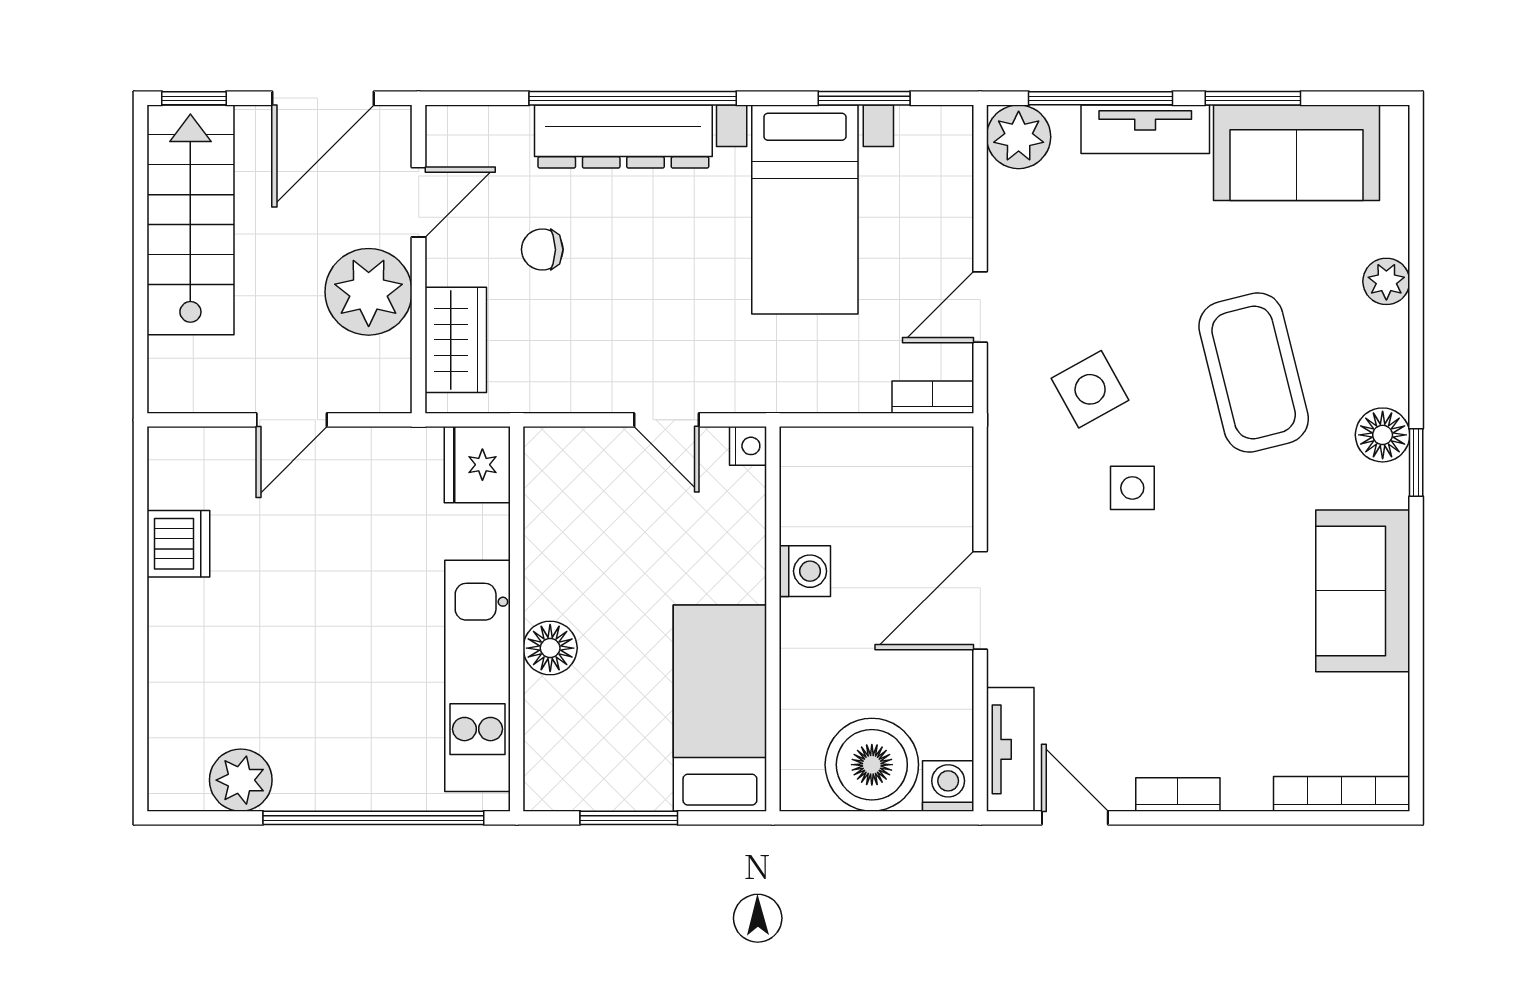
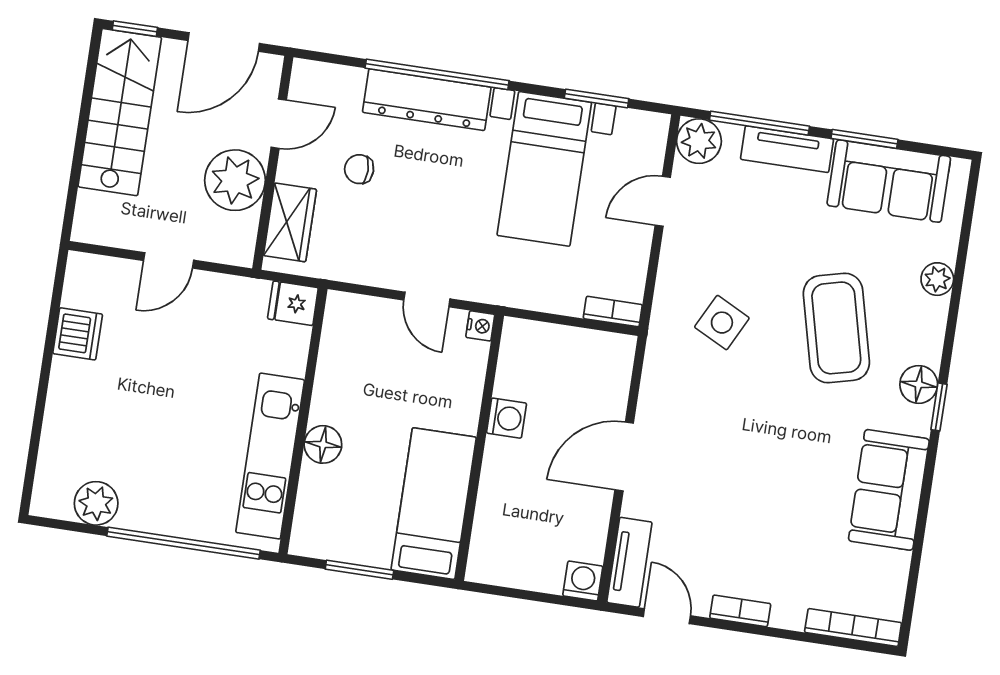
door: (980, 307) -> (663, 201), moved
side table: (1090, 389) -> (722, 323), turned -34
fridge: (477, 465) -> (293, 303), width x0.72
side table: (1132, 488) -> (741, 395), removed
boiler: (872, 765) -> (532, 558), removed

